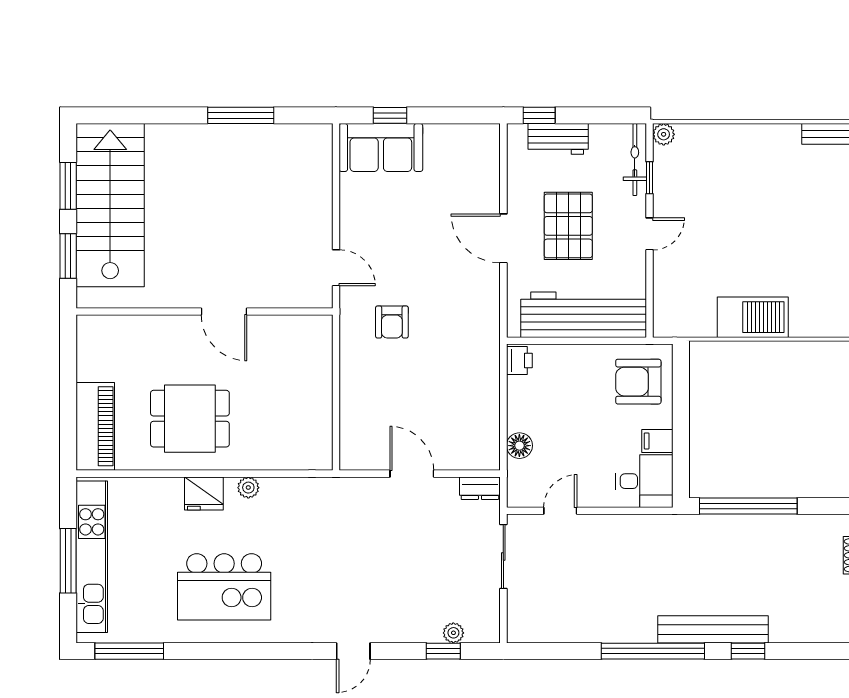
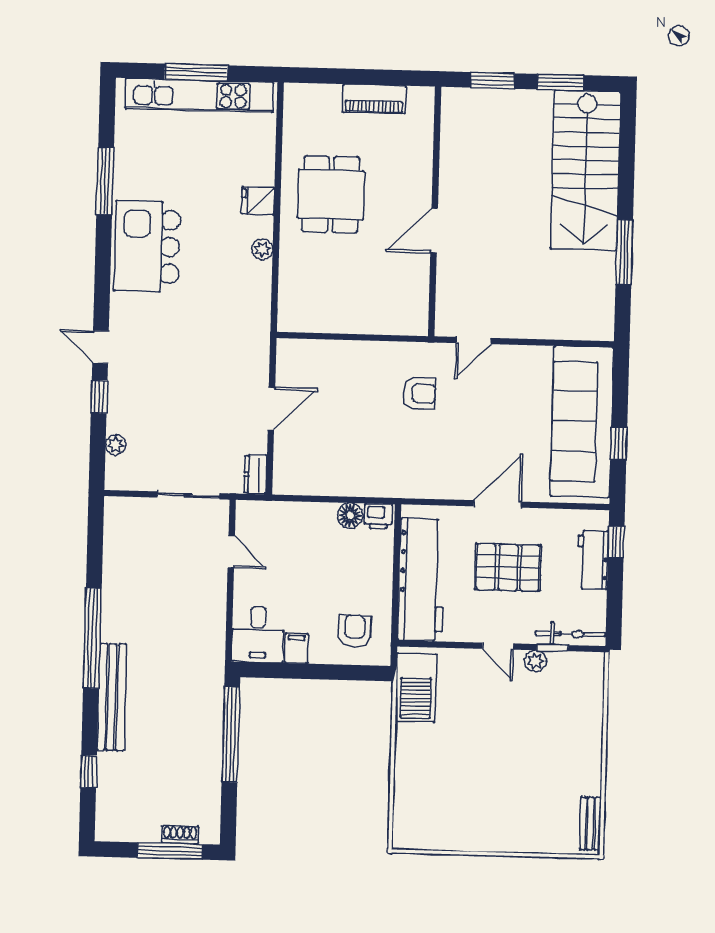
window: (390, 115) -> (619, 444), moved
plant: (664, 134) -> (535, 661), moved
sofa: (381, 148) -> (582, 422), width x1.85, depth x1.27
stairs: (110, 205) -> (586, 170), moved, turned 90
barbecue: (753, 317) -> (416, 688), moved
armchair: (392, 322) -> (419, 393), turned 180
armchair: (638, 382) -> (355, 631), width x0.72, depth x0.72
piano: (95, 426) -> (374, 99), moved, width x0.73, depth x0.75
floor lamp: (519, 446) -> (350, 516), moved
fridge: (204, 493) -> (258, 201), width x0.72
kitchen island: (224, 587) -> (147, 246), moved
window: (129, 651) -> (105, 181), moved
window: (443, 651) -> (99, 397), moved
window: (748, 651) -> (89, 772), moved

